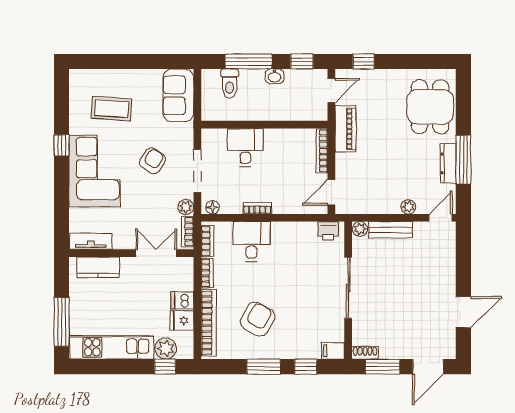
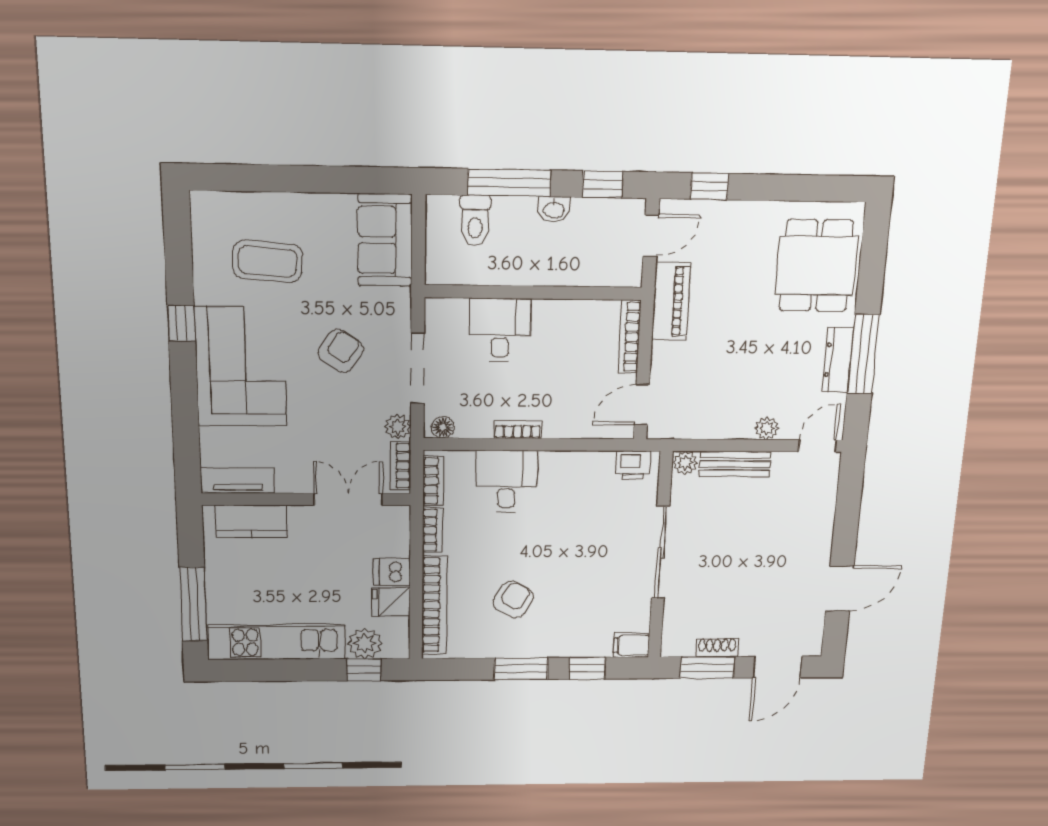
armchair: (258, 319) -> (513, 599), width x0.72, depth x0.72
shoe rack: (365, 353) -> (717, 648), moved

